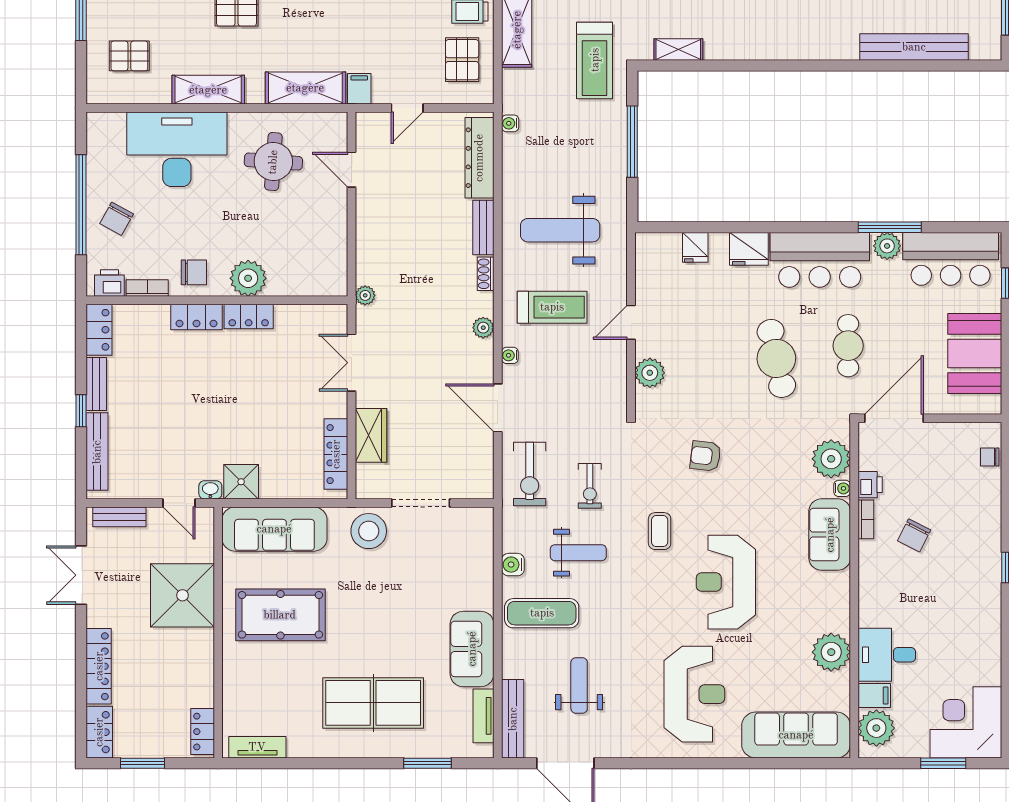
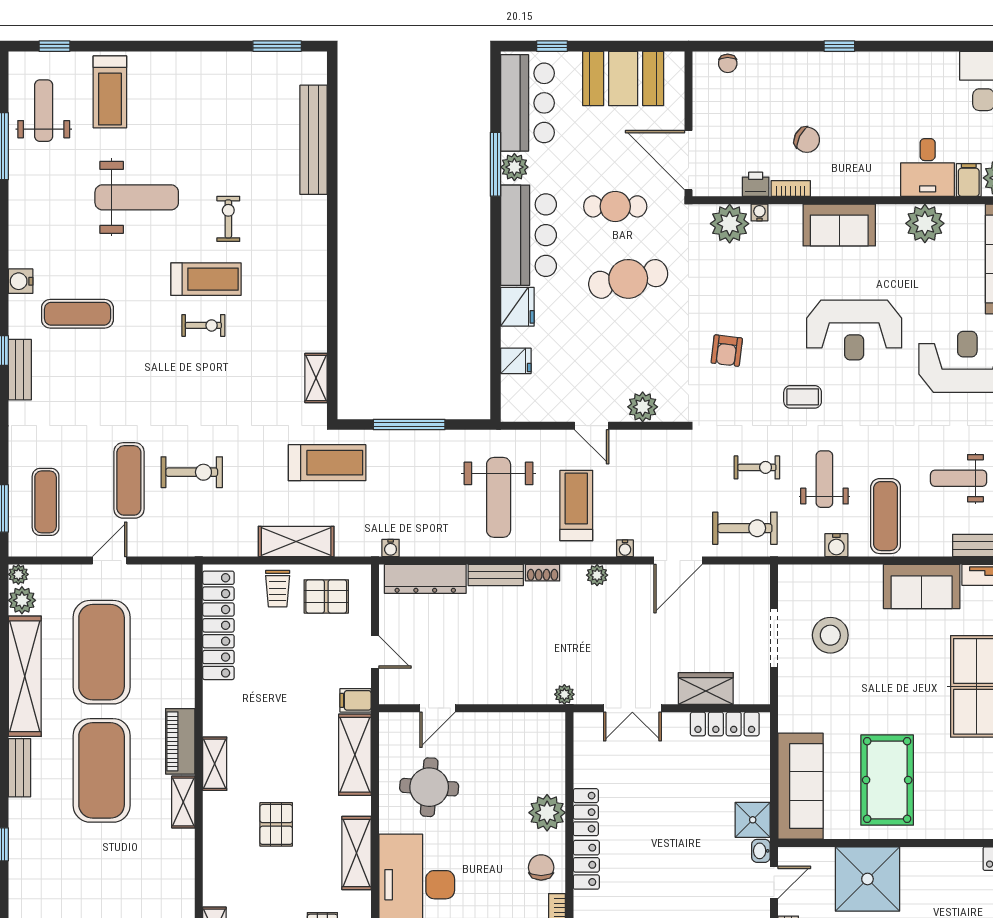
stool: (369, 531) -> (830, 635), moved
sofa: (830, 535) -> (839, 225), moved

